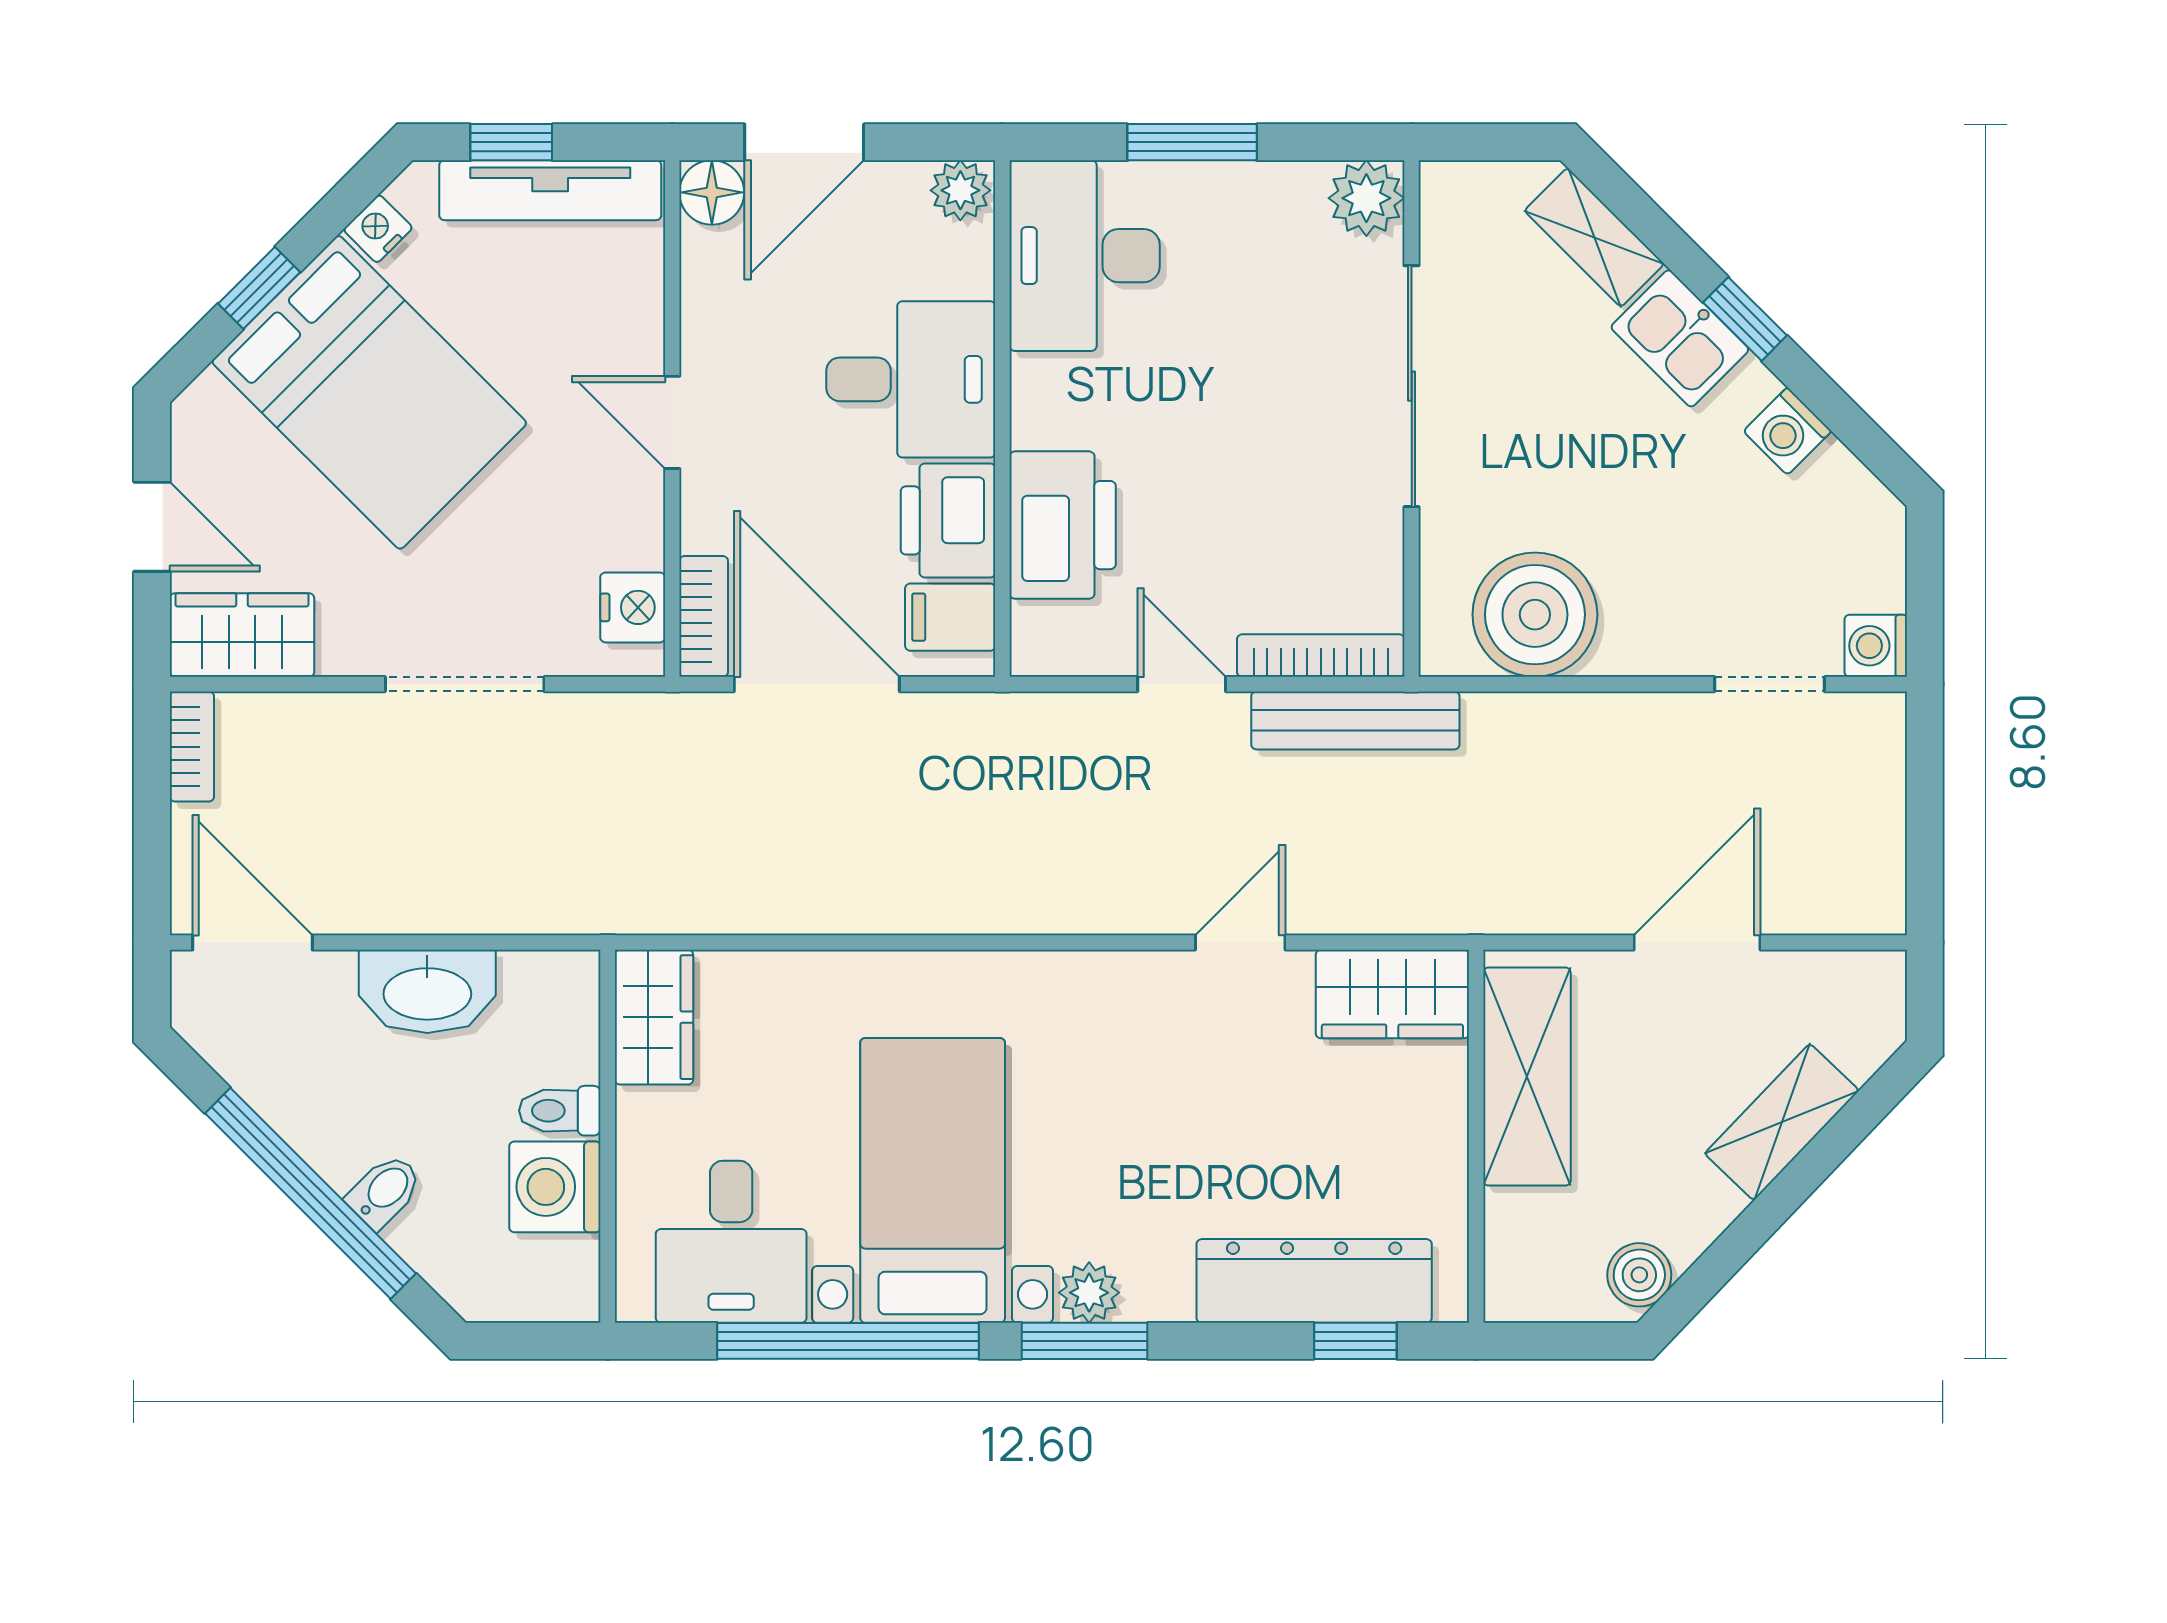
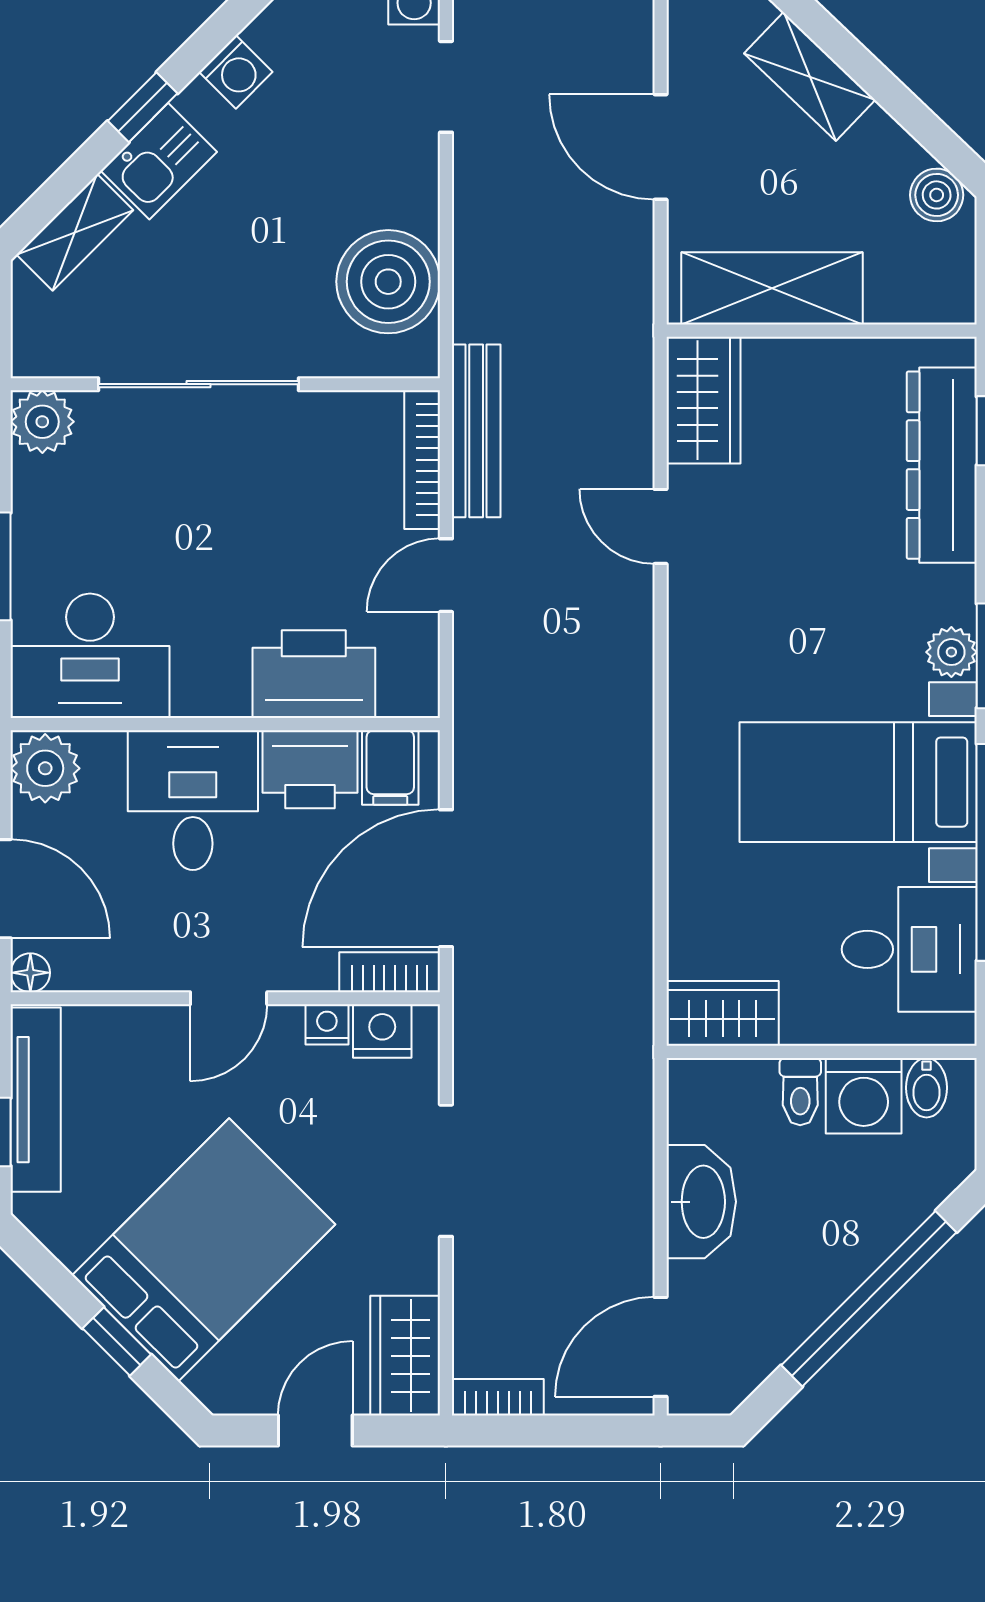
plant: (960, 190) -> (45, 768), width x1.38, depth x1.38
floor lamp: (712, 192) -> (30, 973), width x0.73, depth x0.73
nightstand: (378, 229) -> (327, 1024), moved, turned 135
bidet: (384, 1191) -> (926, 1088), moved, turned -135

